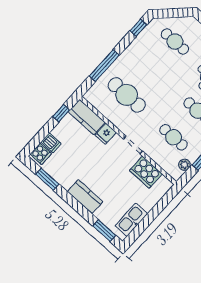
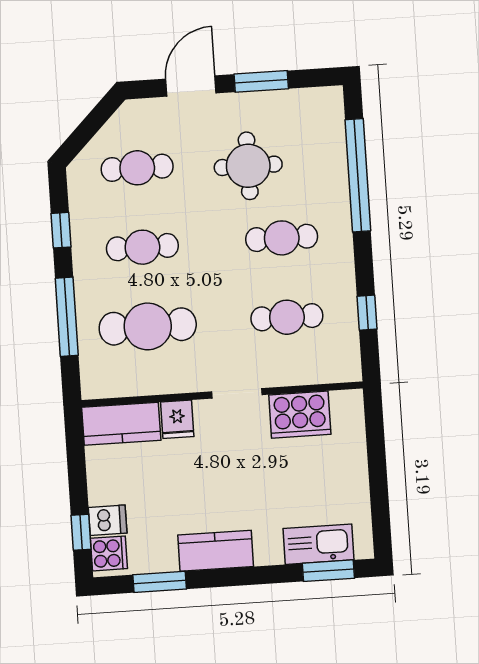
window: (138, 28) -> (61, 230), moved
cafe table: (151, 68) -> (142, 247), added
window: (61, 113) -> (81, 532), moved
plant: (184, 165) -> (347, 342), removed
kitchen counter: (85, 197) -> (216, 551), moved
kitchen sink: (131, 220) -> (319, 544), moved, turned 90

